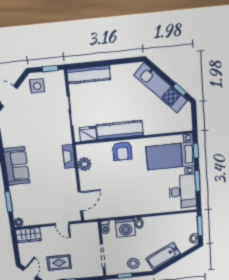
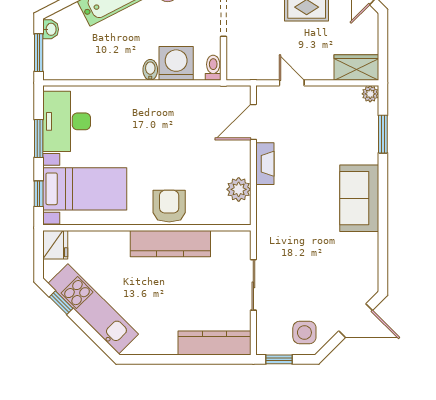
fridge: (88, 134) -> (55, 245), moved, turned -90
fireplace: (69, 156) -> (265, 164), moved

